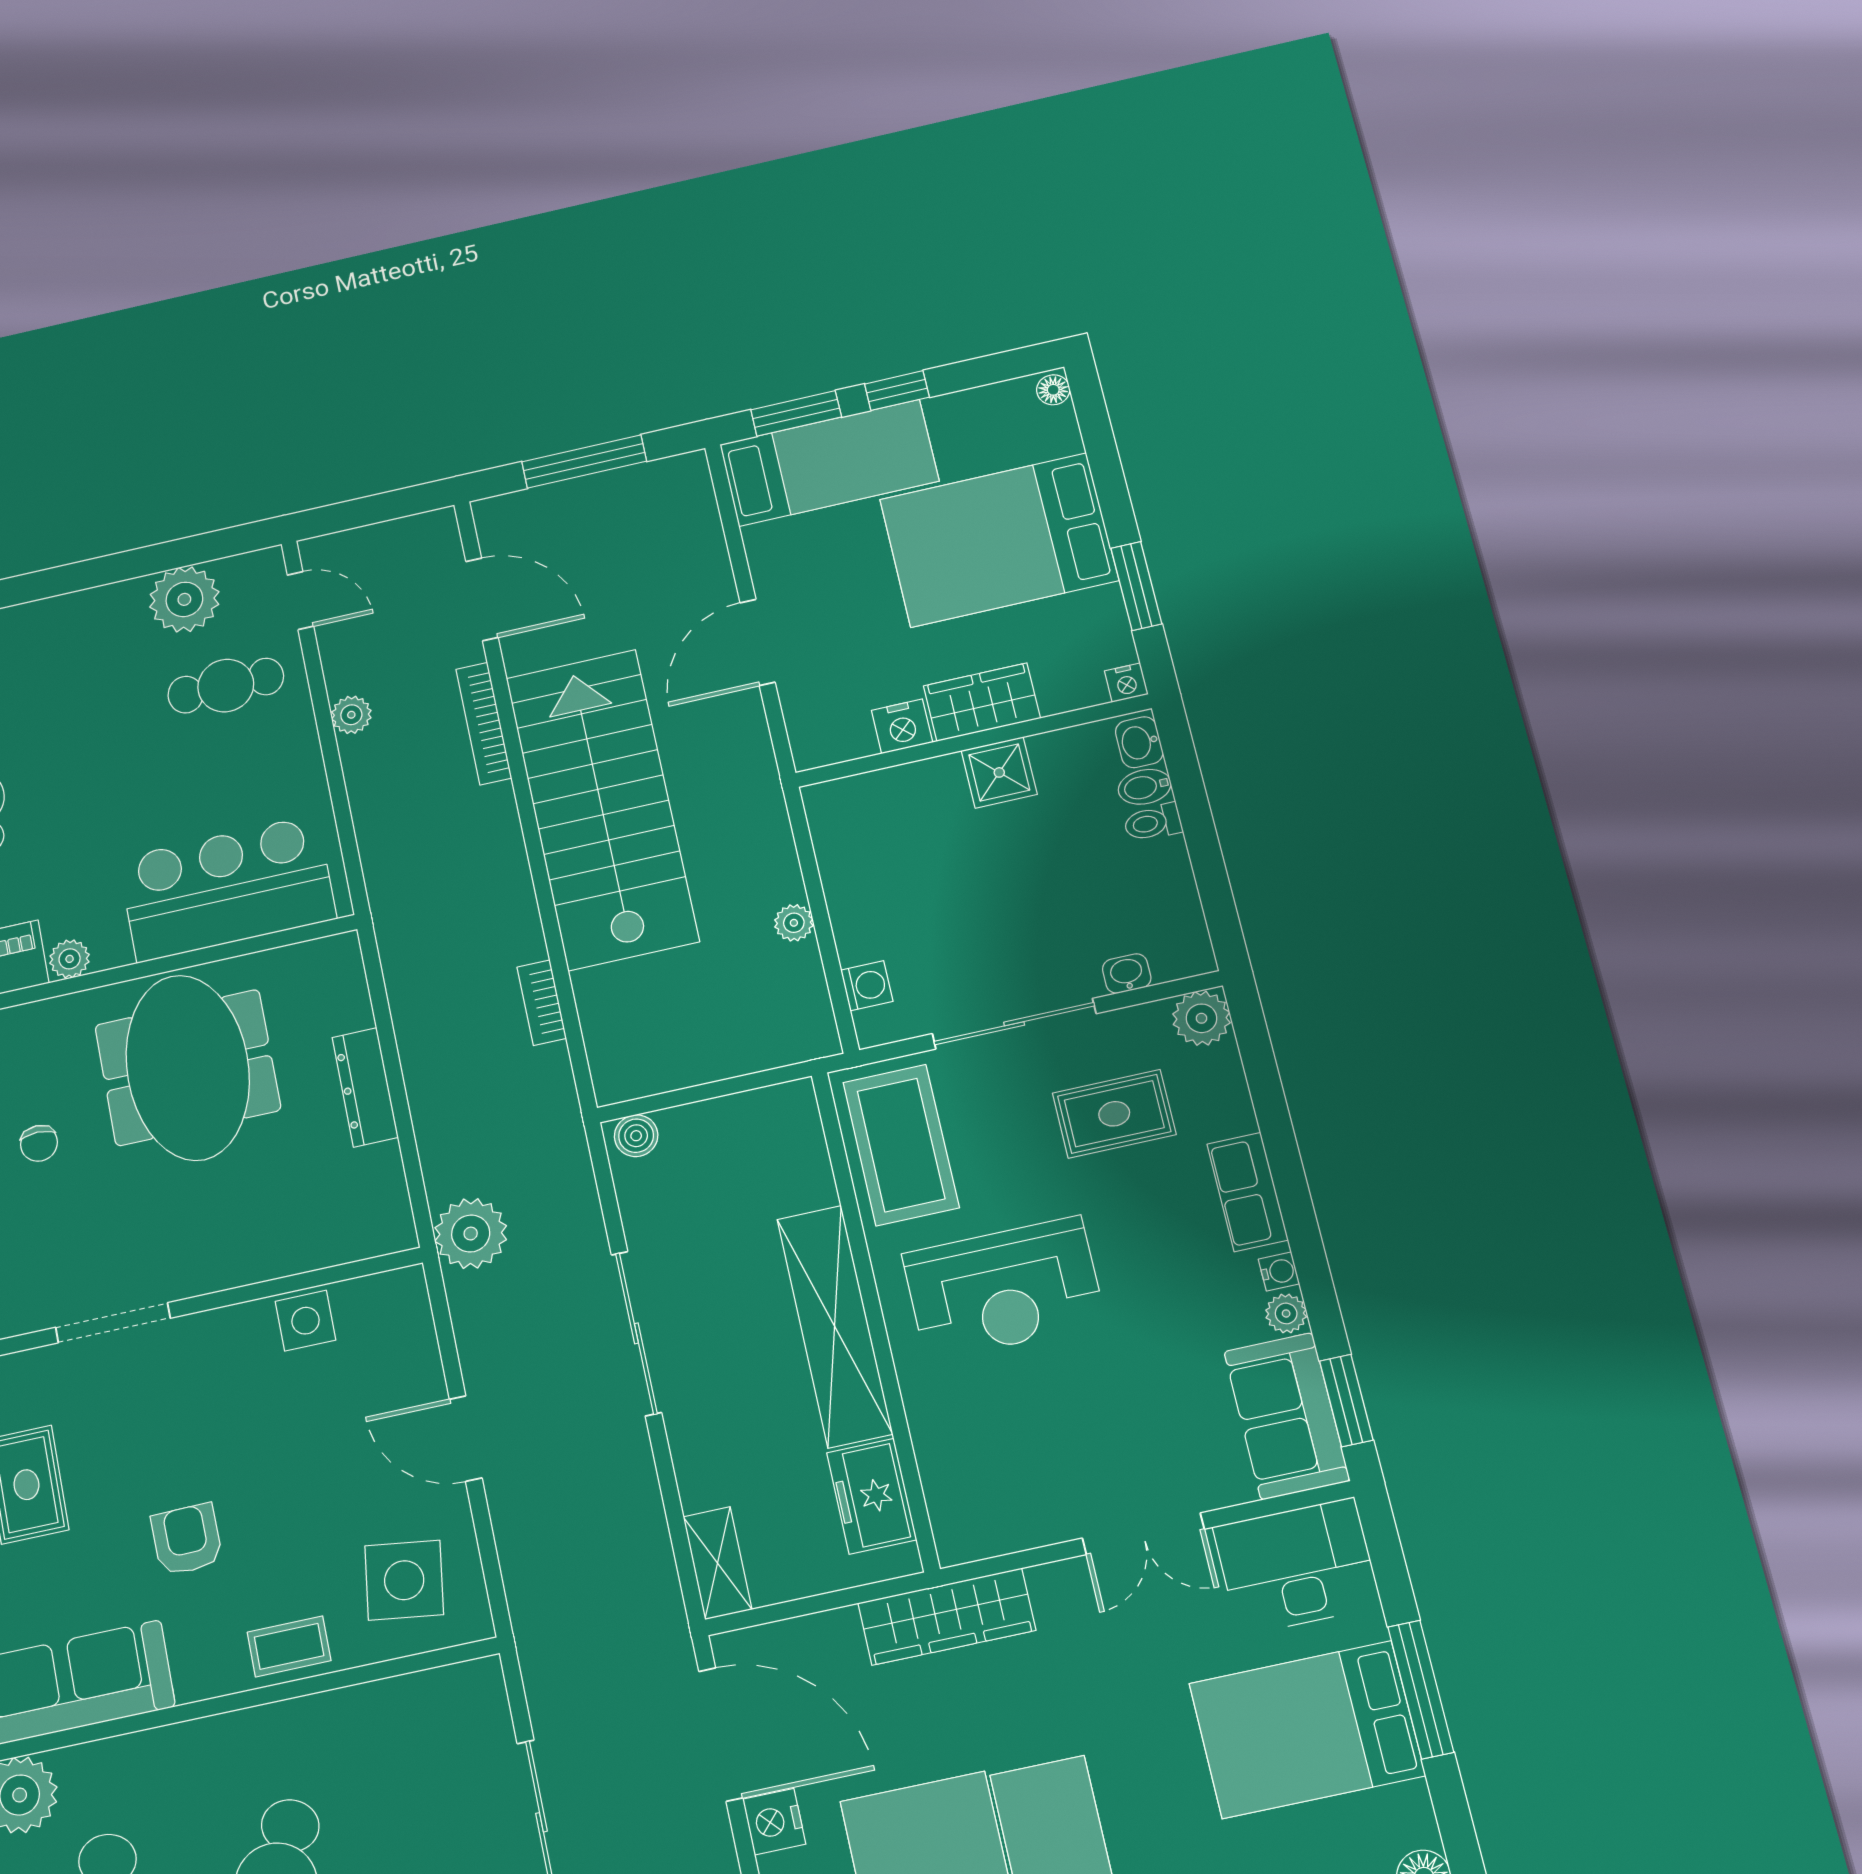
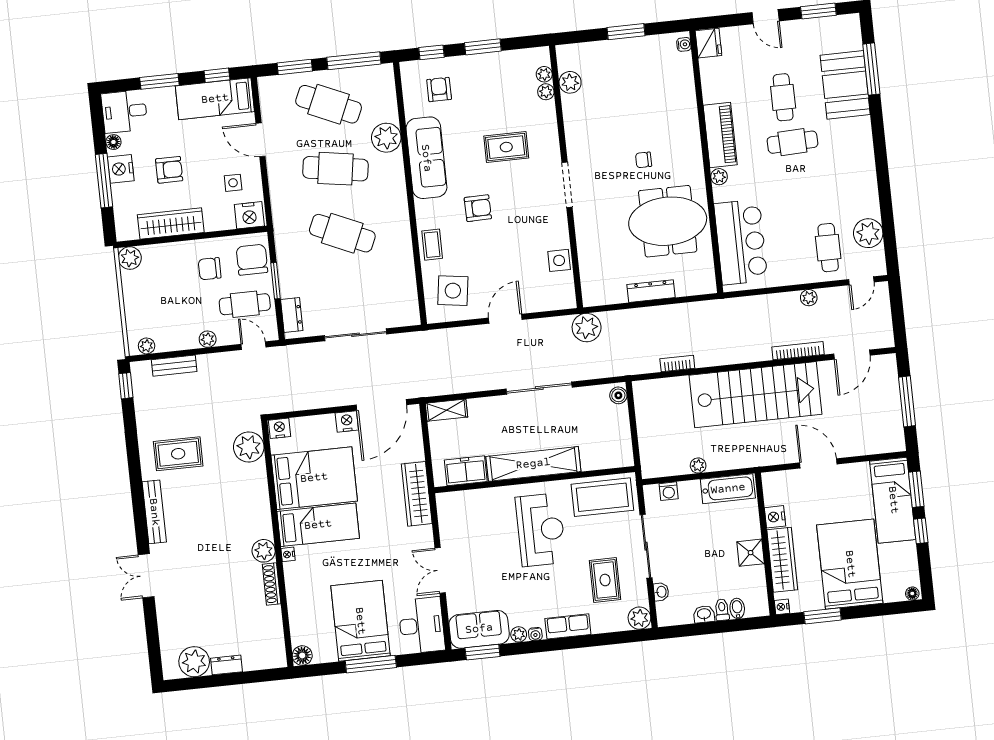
wardrobe: (982, 702) -> (782, 560), width x1.50
washbasin: (1139, 742) -> (704, 614), moved
bathtub: (844, 845) -> (728, 489), added
reception desk: (1004, 1289) -> (541, 530), turned 180

